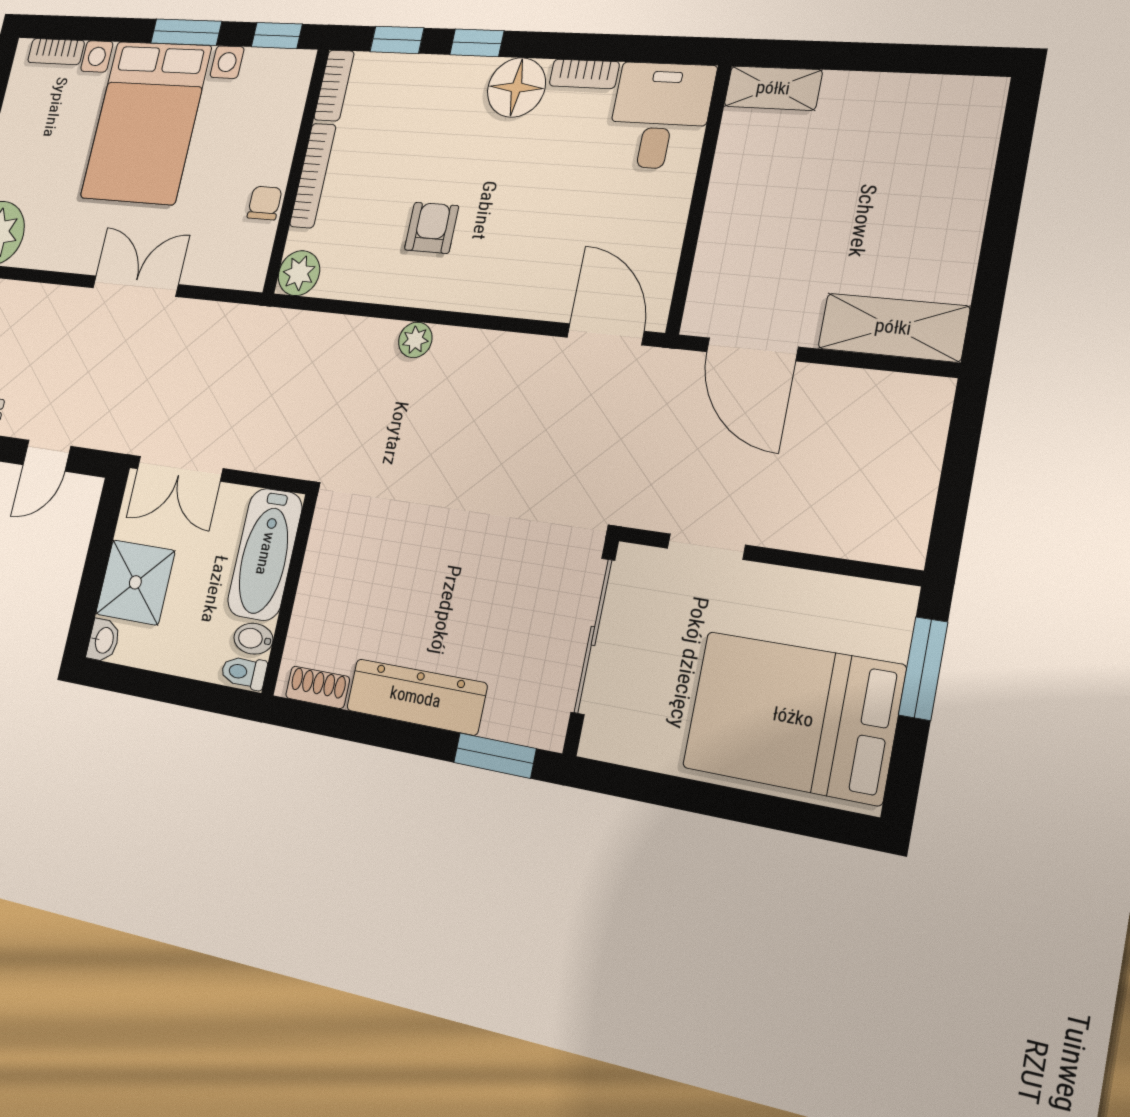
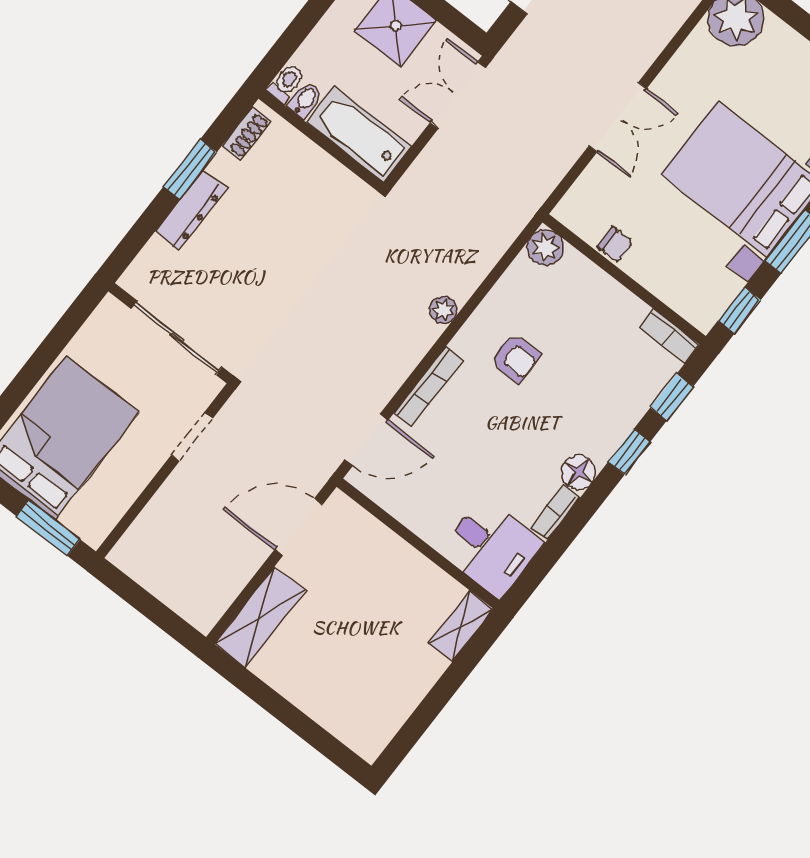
floor lamp: (516, 87) -> (578, 472), width x0.73, depth x0.73
bookcase: (313, 176) -> (428, 386), moved, turned -90
dresser: (416, 697) -> (191, 210), width x0.73, depth x0.80
window: (495, 756) -> (190, 169), moved

